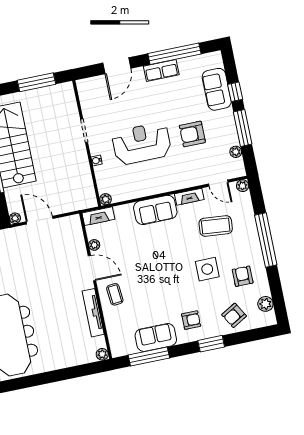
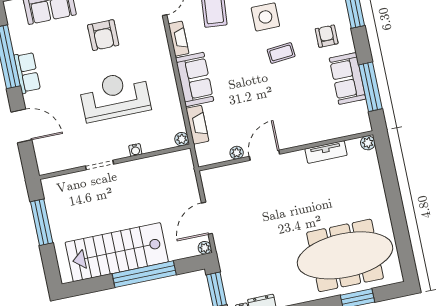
reception desk: (141, 144) -> (115, 96), turned 90
fireplace: (98, 216) -> (197, 125), moved
coffee table: (115, 294) -> (281, 53), moved
tv unit: (93, 313) -> (326, 152), width x0.71

